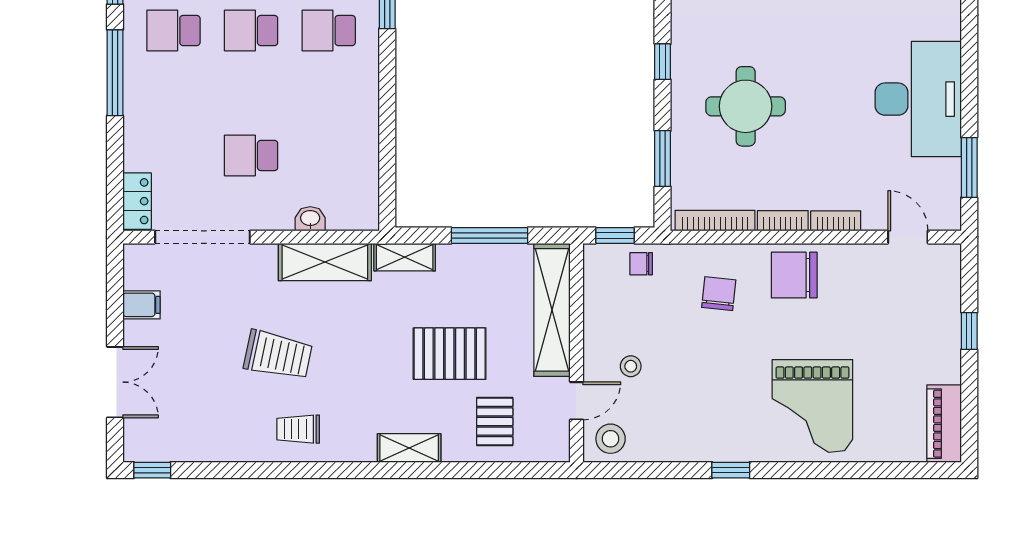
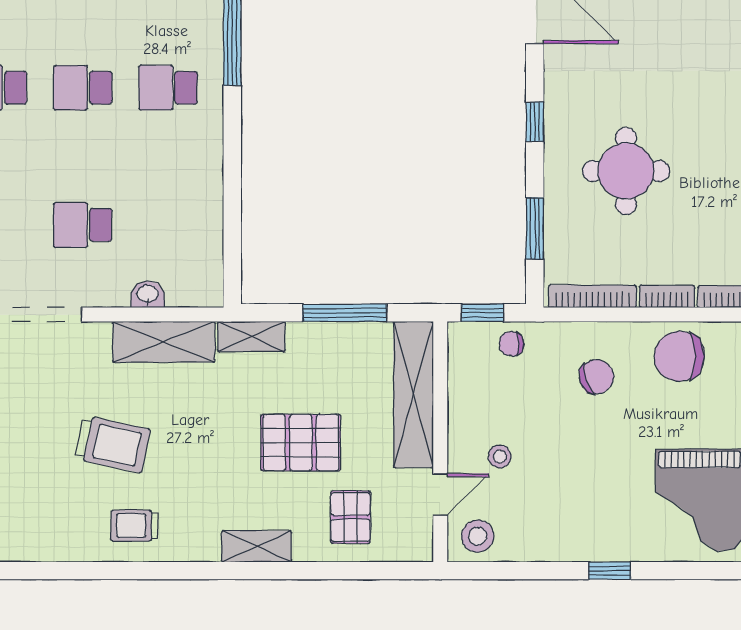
chair: (719, 294) -> (596, 377), turned 65

